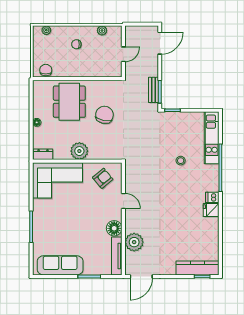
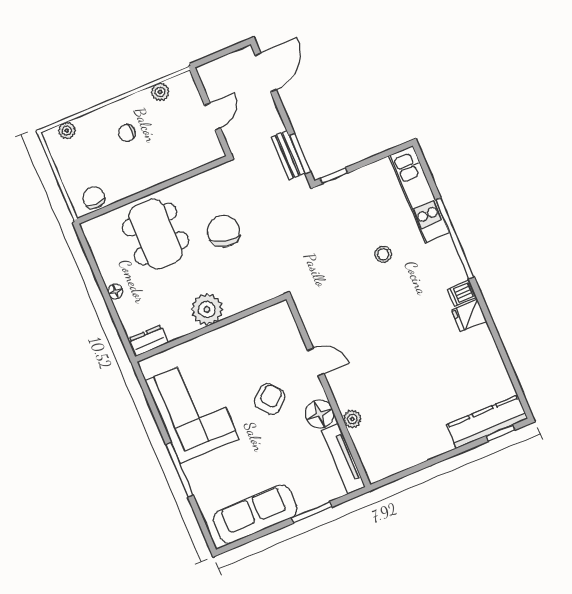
armchair: (103, 178) -> (270, 399), moved
corner sofa: (57, 180) -> (192, 410), moved, turned -90
plant: (134, 242) -> (352, 419), width x0.53, depth x0.53
door: (141, 276) -> (399, 476), removed

